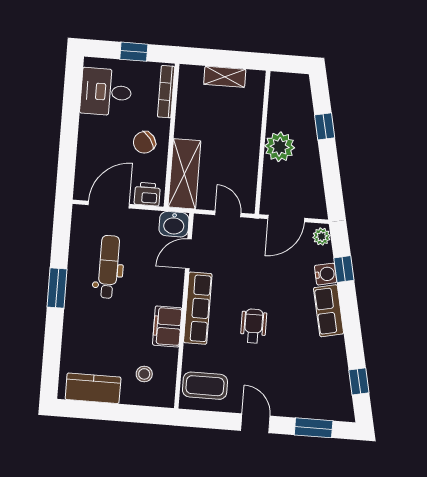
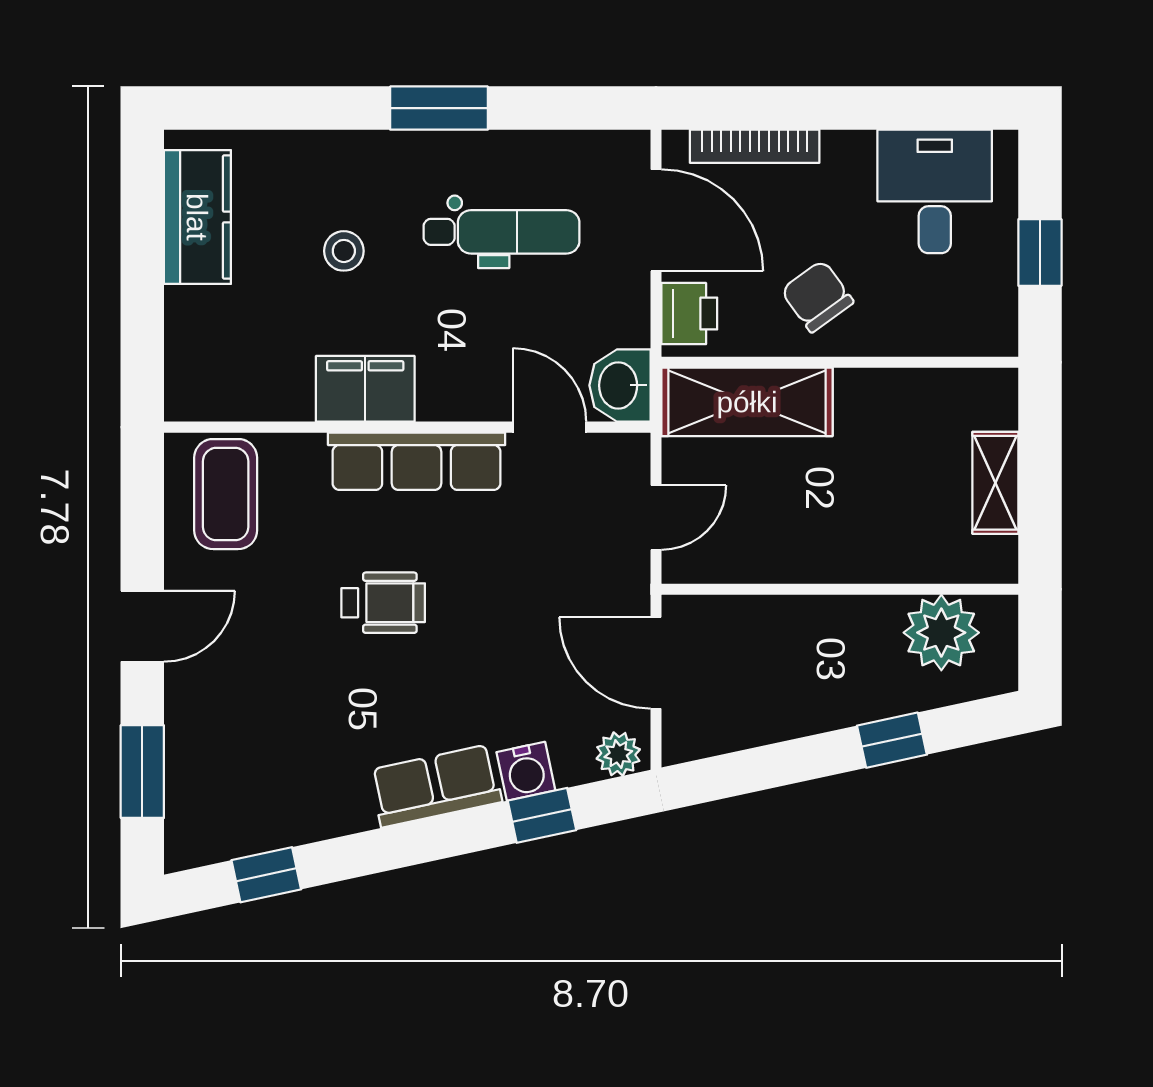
bookcase: (166, 92) -> (755, 146), moved, turned 180
plant: (280, 147) -> (941, 633), moved
stool: (144, 374) -> (344, 251), moved

